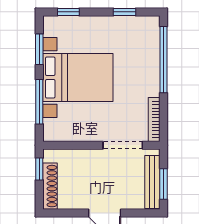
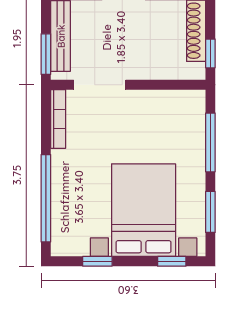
bed with nightstands: (78, 78) -> (144, 210), moved, turned 90
window: (163, 184) -> (46, 54), moved

